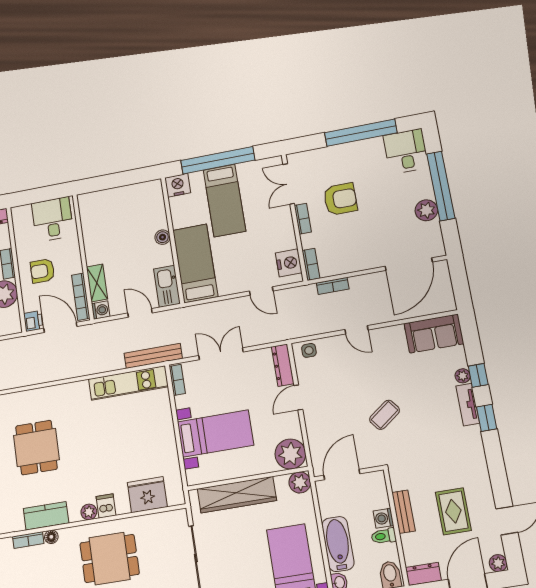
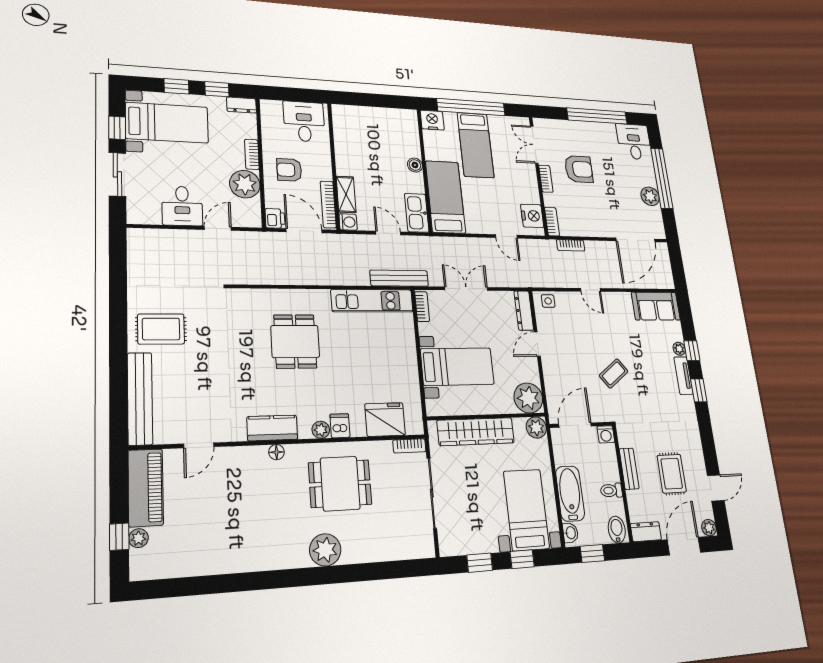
dining table: (36, 448) -> (295, 341), moved
washing machine: (383, 518) -> (606, 434), moved, turned -90
bookcase: (28, 540) -> (409, 446), moved

